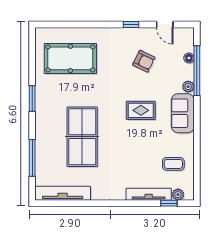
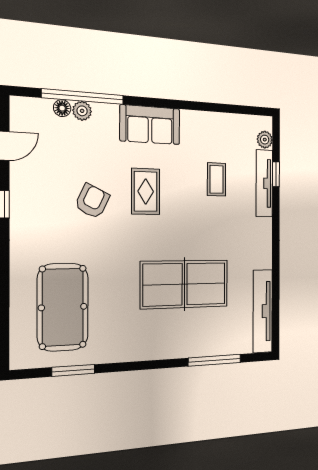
armchair: (144, 61) -> (92, 201), moved
plant: (188, 87) -> (82, 111), moved
window: (32, 99) -> (73, 370), moved
coffee table: (173, 164) -> (217, 179), moved
window: (169, 203) -> (276, 174), moved

